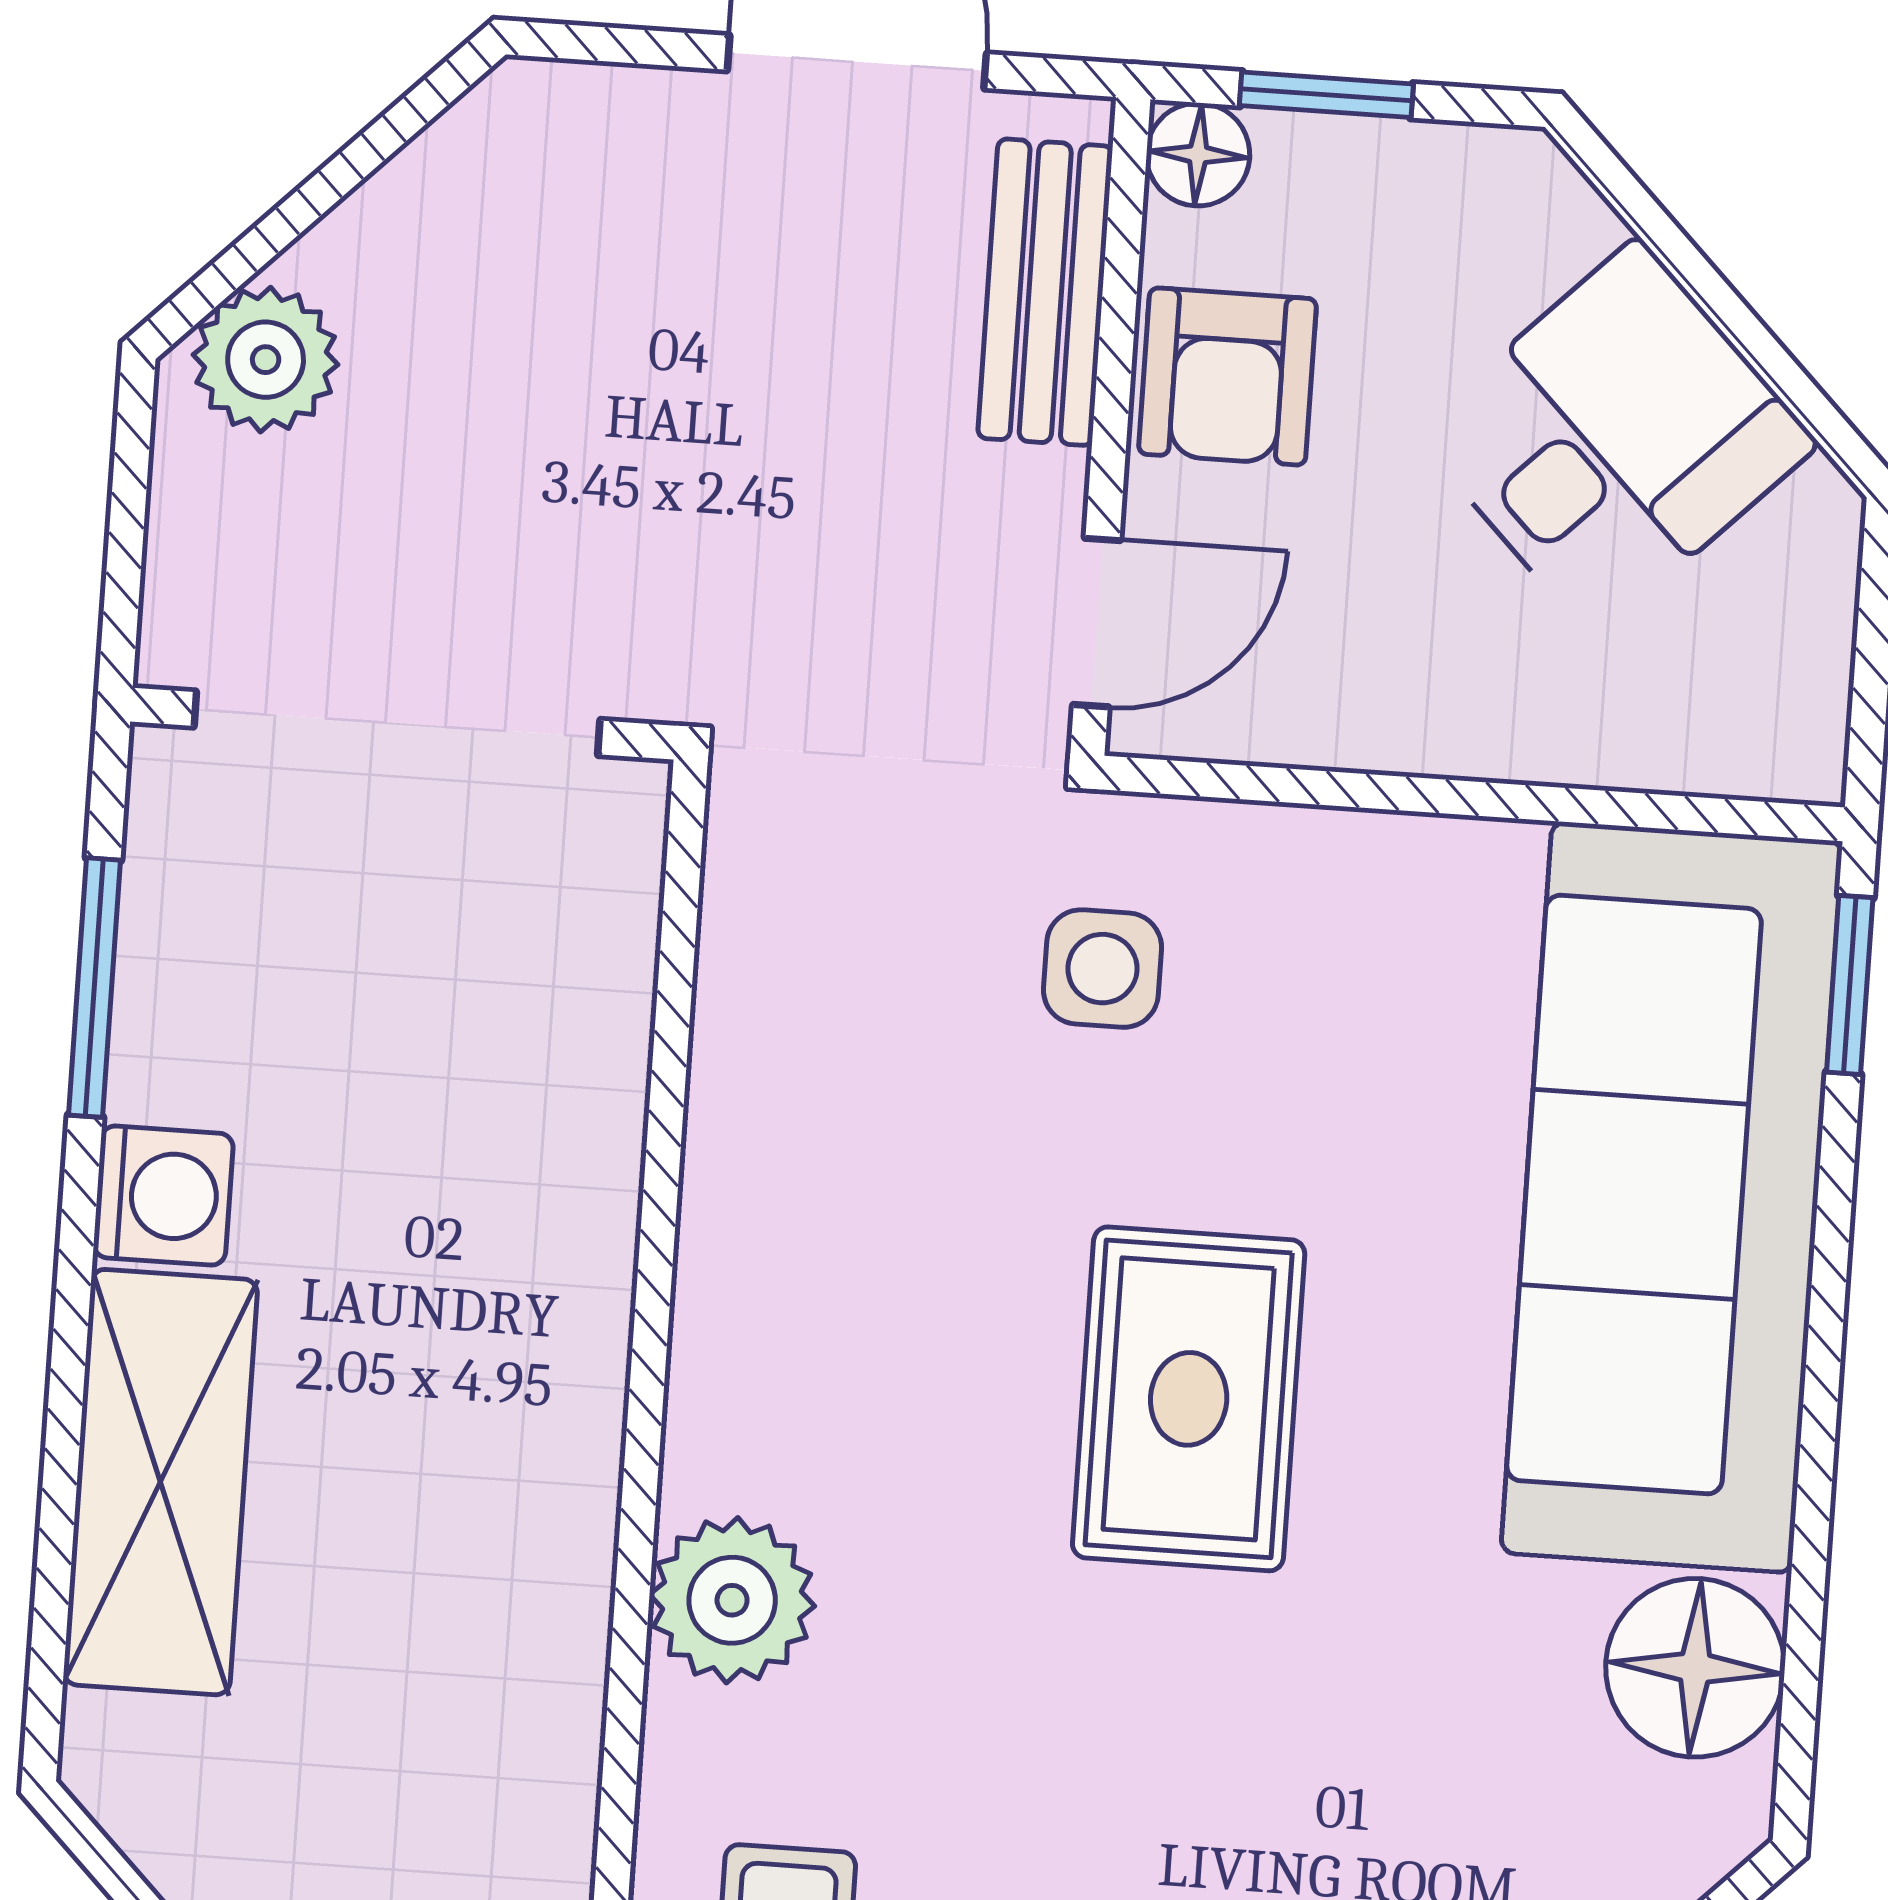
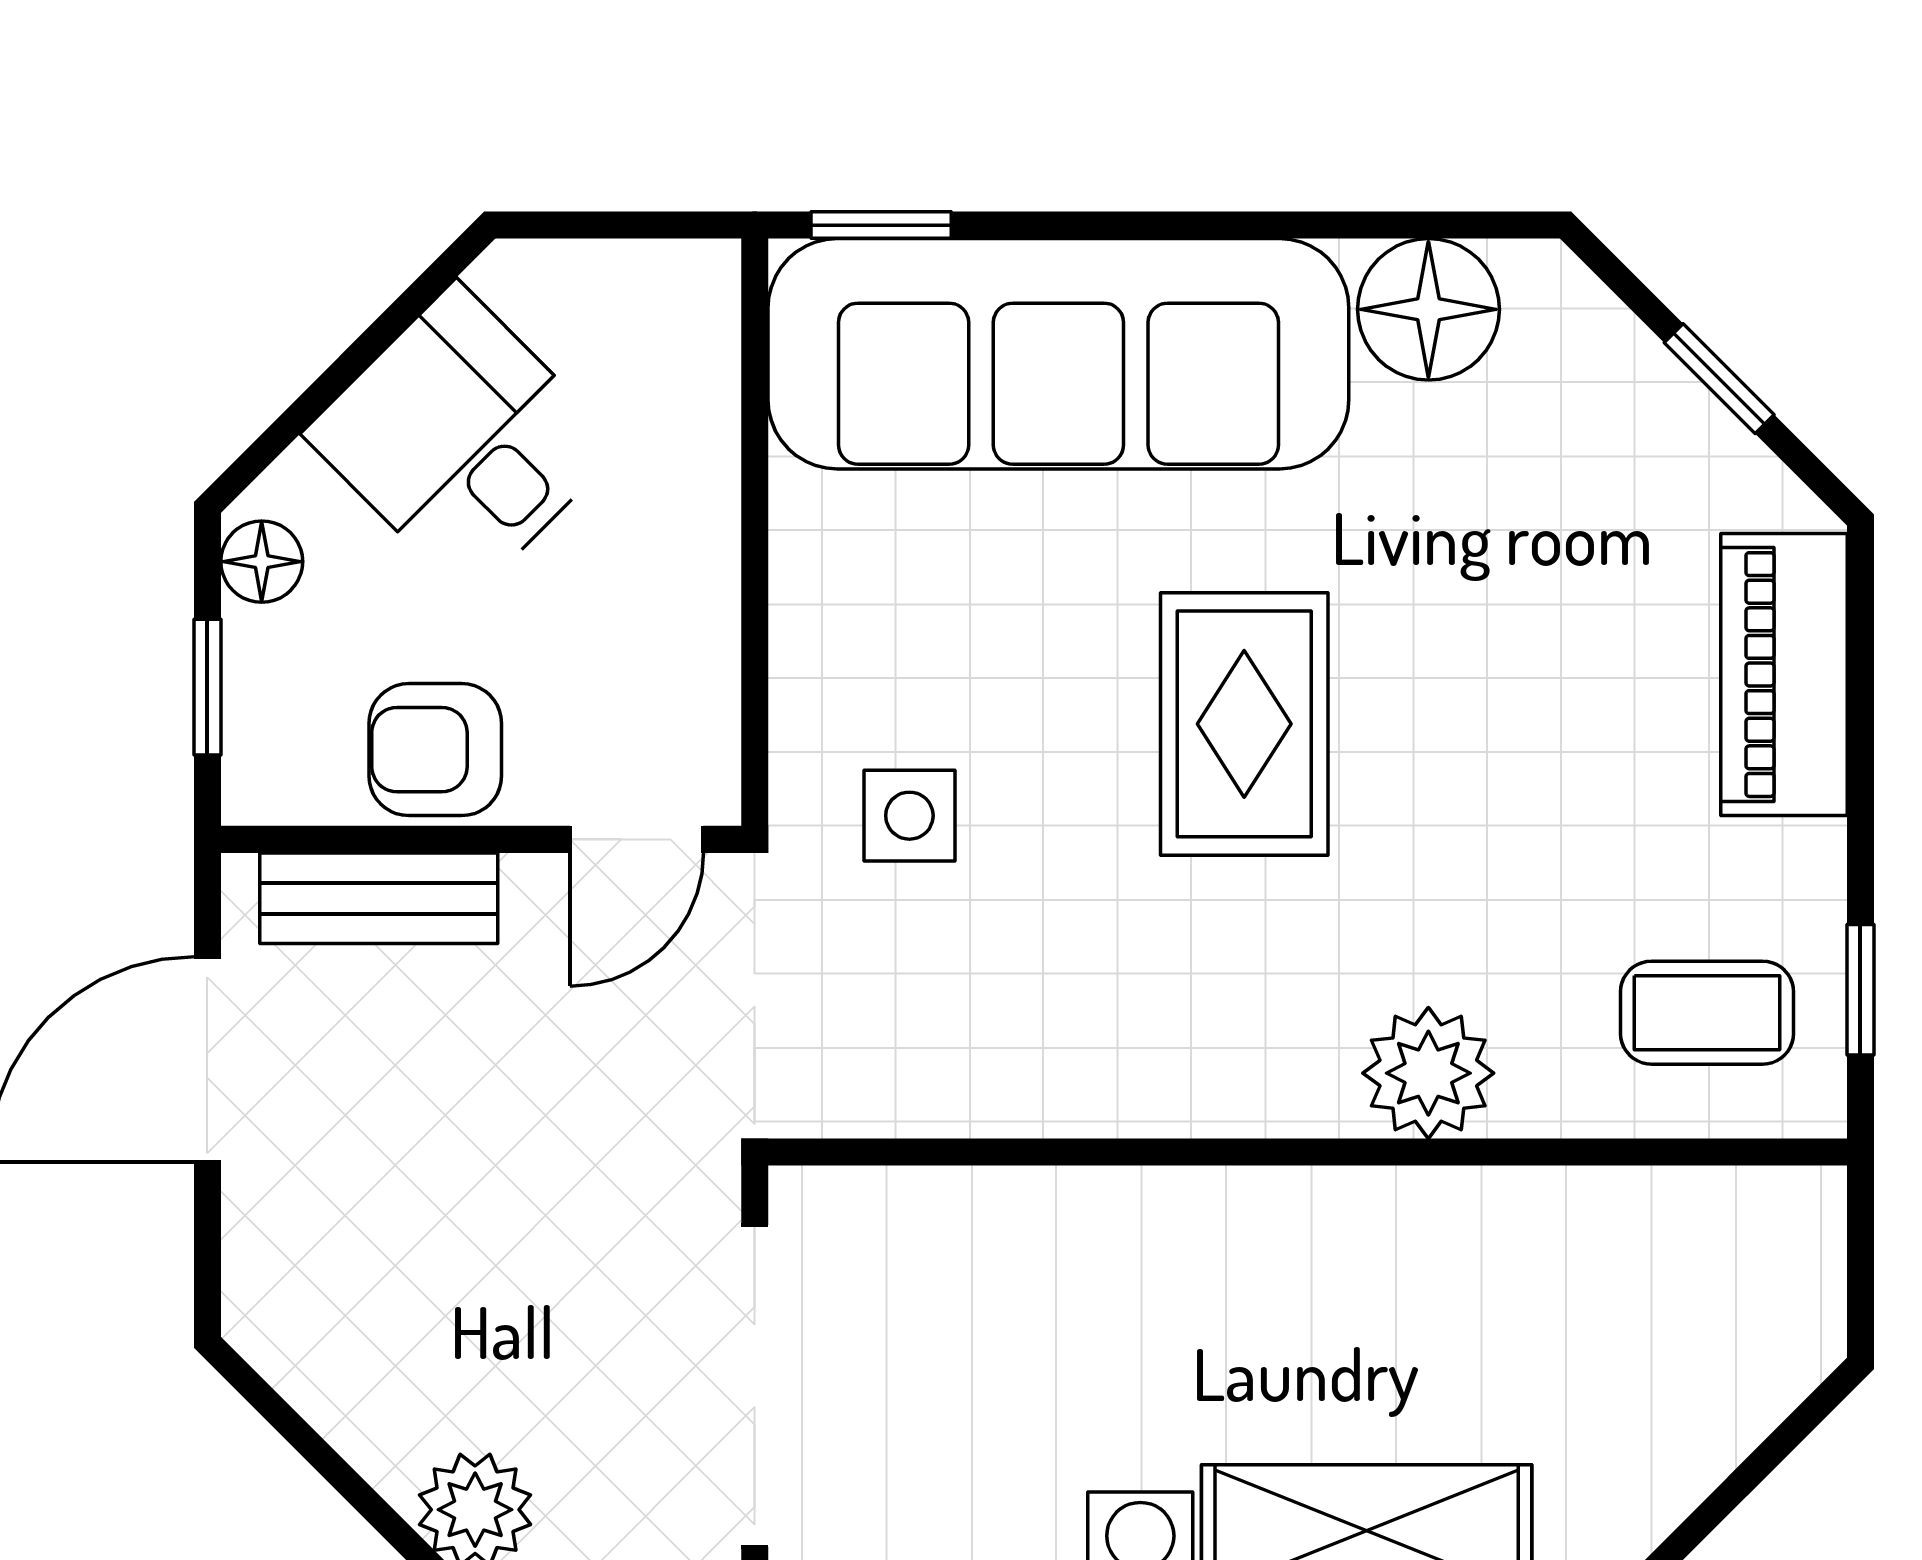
floor lamp: (1198, 154) -> (262, 562), moved
armchair: (1228, 376) -> (435, 750), turned 180
door: (1097, 622) -> (637, 839), swing flipped
rug: (1189, 1399) -> (1244, 724), turned 90

